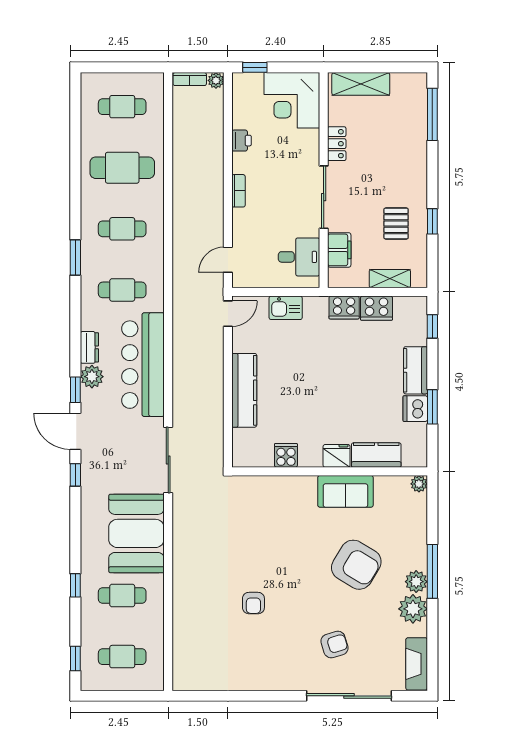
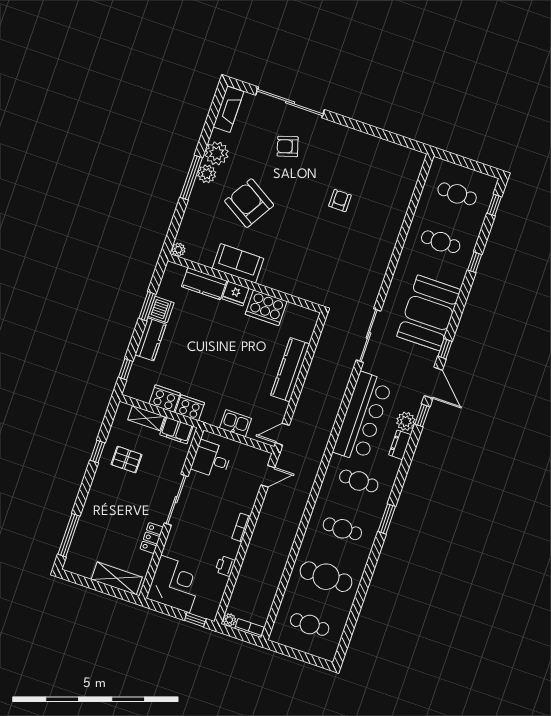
pallet: (396, 224) -> (127, 460), turned 90
filing cabinet: (339, 250) -> (176, 430), moved, turned -90
cooker: (286, 455) -> (266, 308), width x1.87, depth x1.31
booth: (136, 533) -> (429, 313), moved

